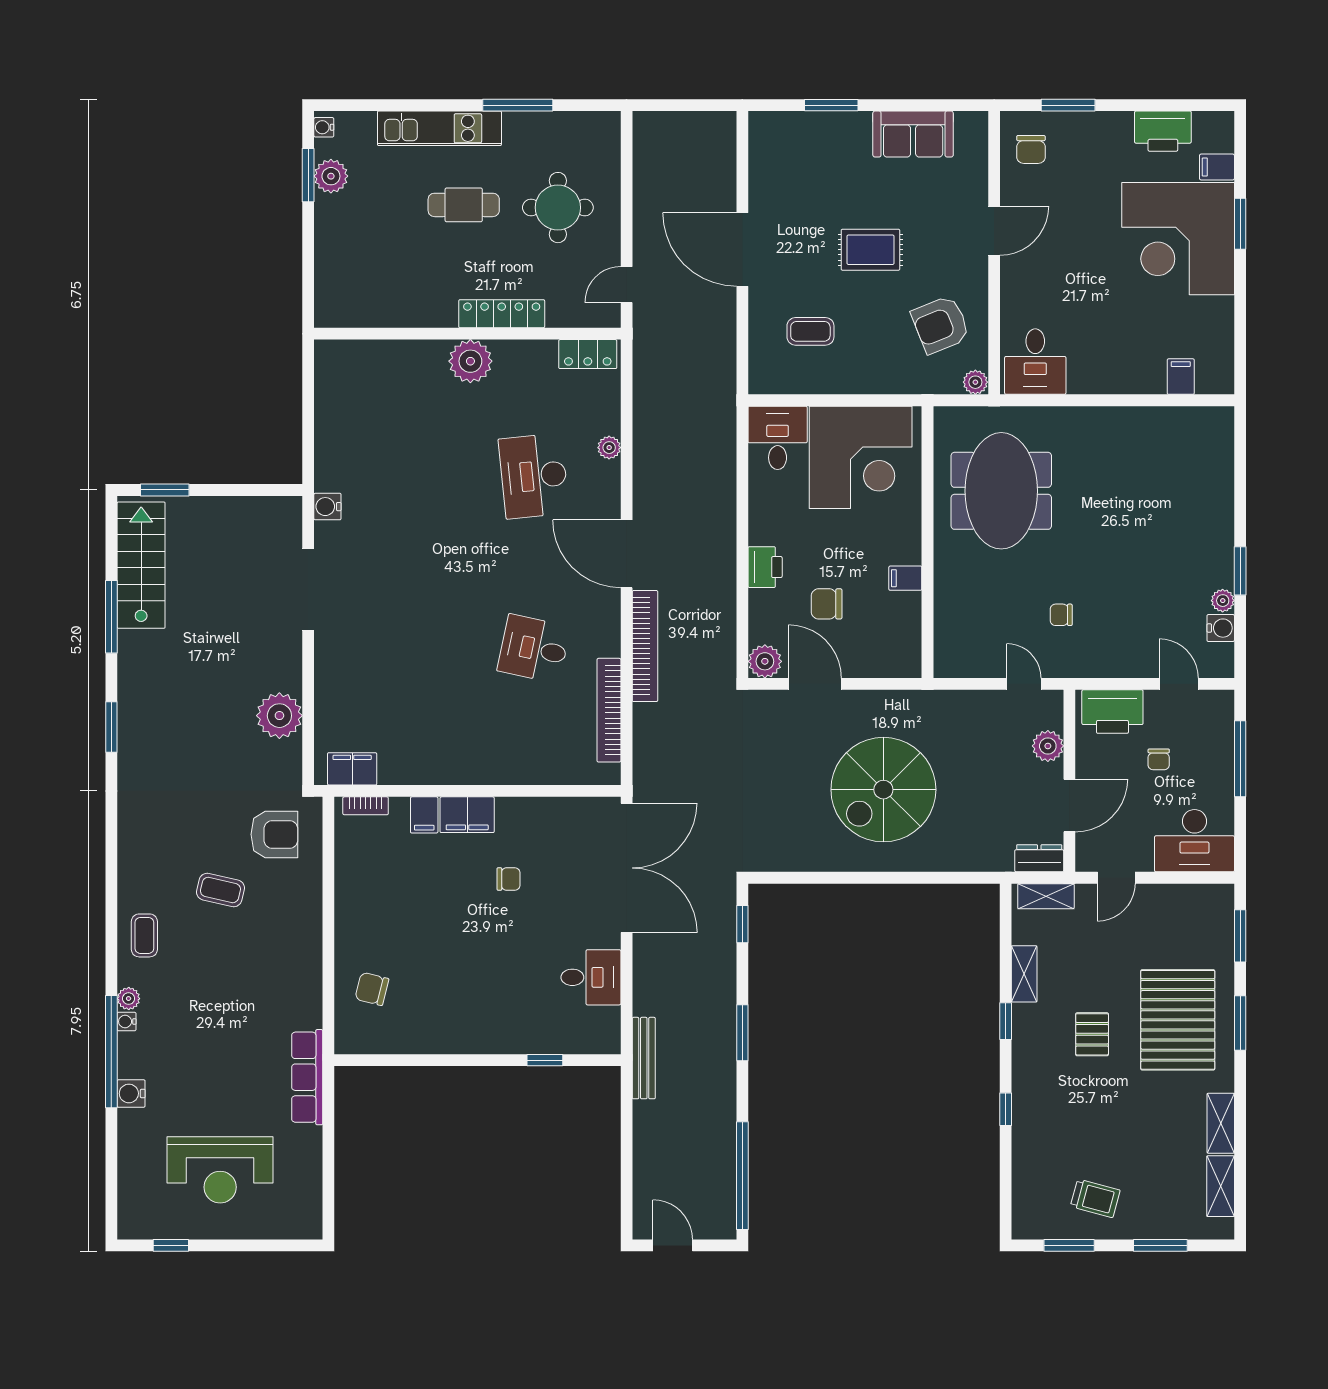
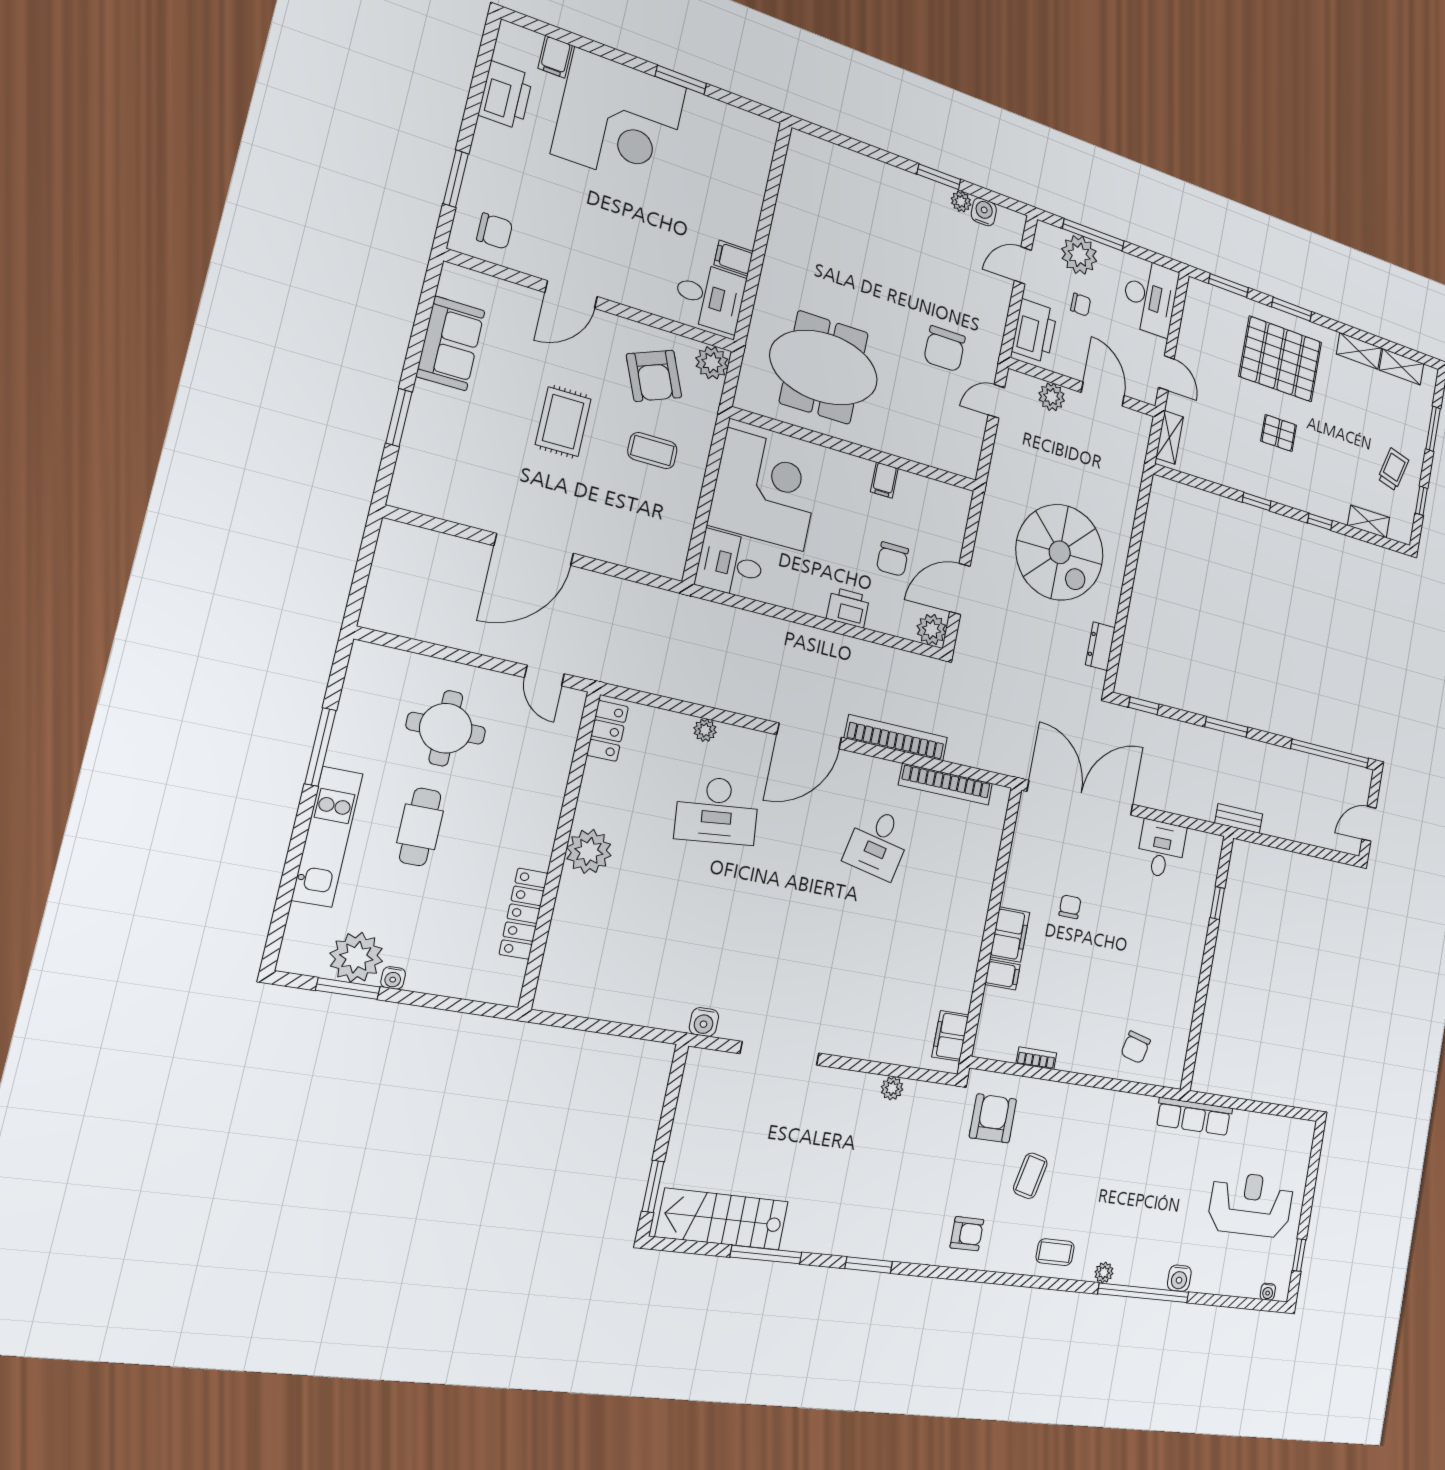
water cooler: (324, 127) -> (393, 978), moved
plant: (331, 176) -> (356, 957), width x1.36, depth x1.36
window: (1240, 224) -> (681, 80), moved
door: (994, 231) -> (571, 295), swing flipped
locker: (502, 314) -> (524, 914), moved
coffee table: (810, 331) -> (652, 451), moved, turned 90
filing cabinet: (1181, 377) -> (734, 258), moved
plant: (975, 382) -> (712, 363), width x1.38, depth x1.38
chair: (1061, 615) -> (945, 349), width x1.87, depth x1.87
plant: (279, 716) -> (892, 1088), width x0.53, depth x0.53
plant: (1212, 747) -> (1079, 255), added
bookcase: (366, 806) -> (1036, 1058), moved, turned -90
armchair: (153, 829) -> (967, 1234), added
dresser: (1039, 858) -> (1100, 646), moved
shelving: (1024, 974) -> (1369, 521), moved
water cooler: (127, 1022) -> (1268, 1292), moved
bench: (644, 1058) -> (1239, 819), width x0.73
reception desk: (220, 1170) -> (1251, 1204), turned -90
window: (1069, 1245) -> (1421, 501), width x0.67

